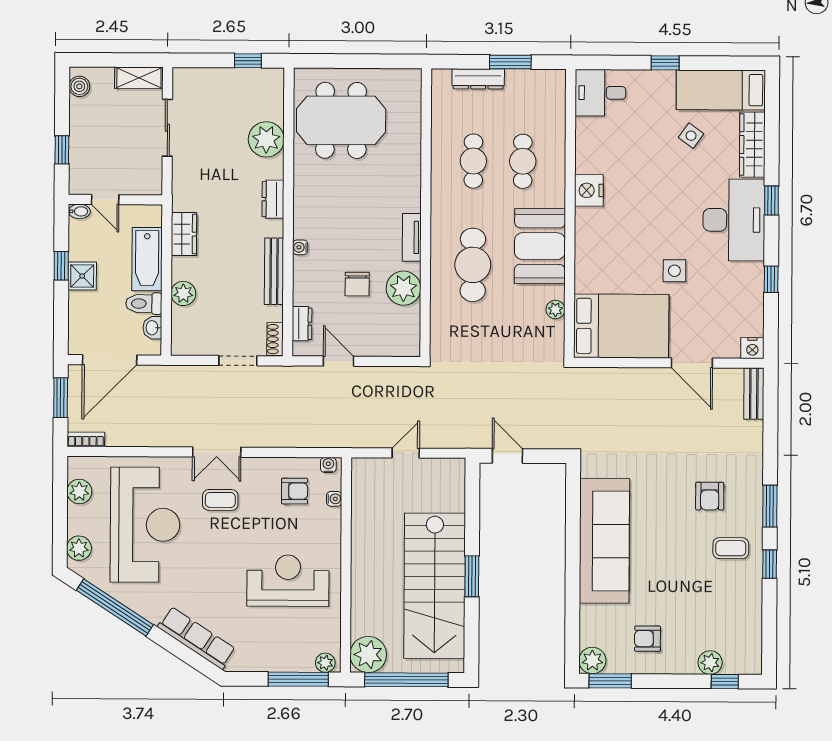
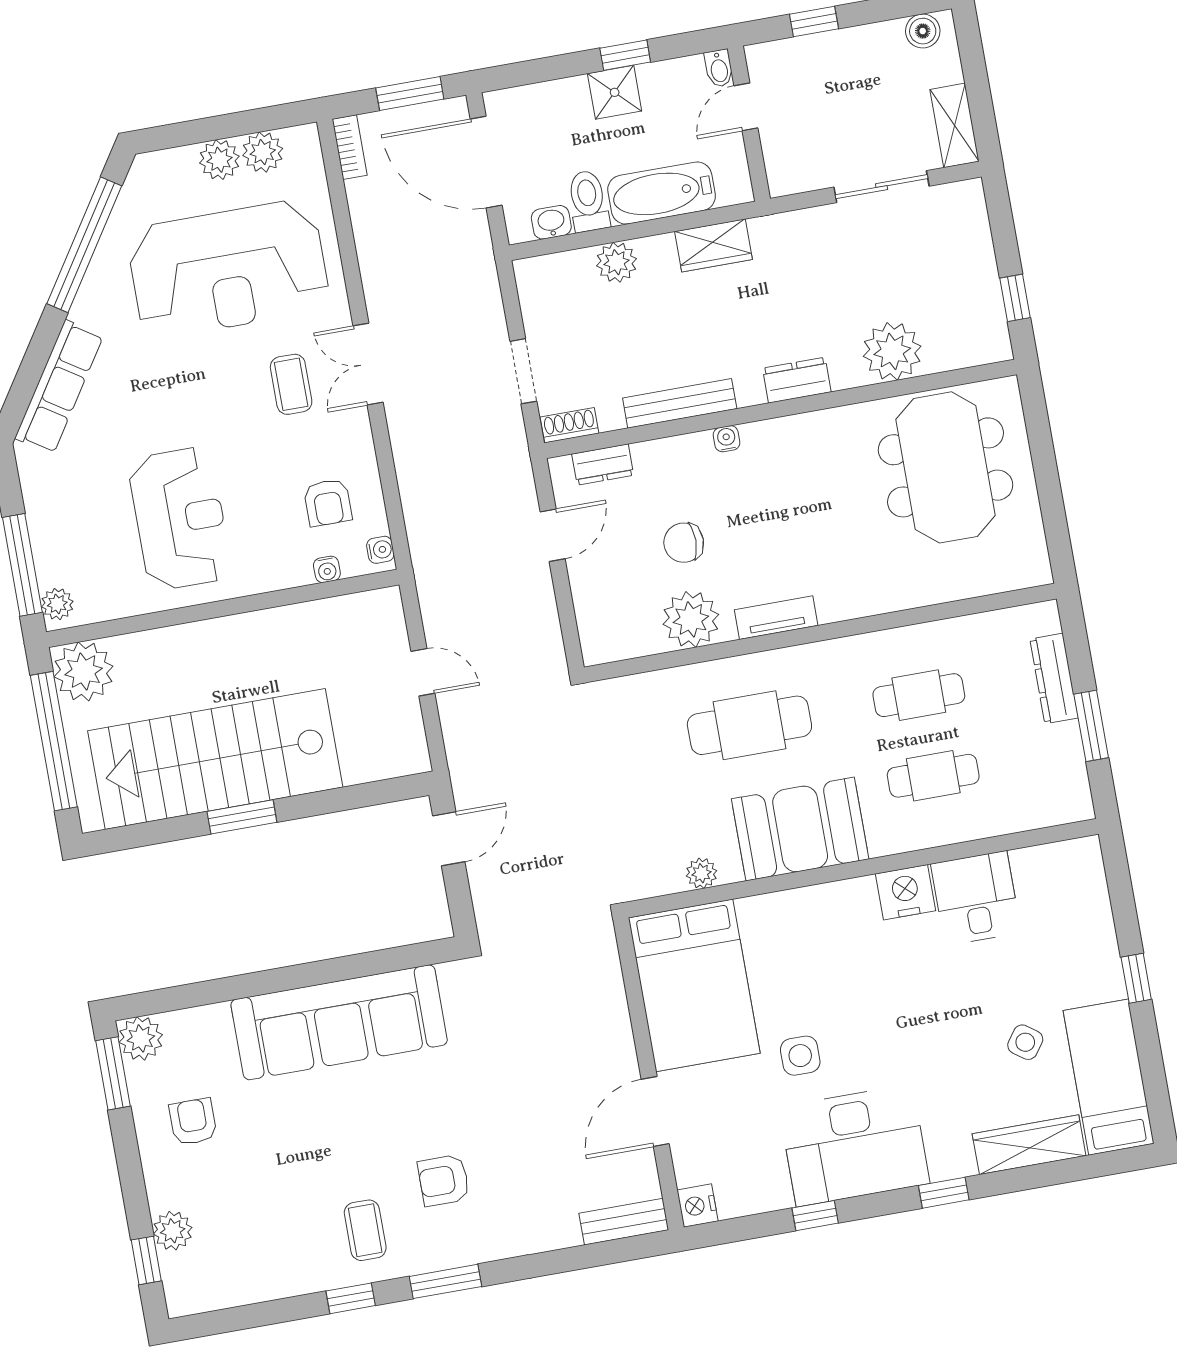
desk: (600, 93) -> (976, 898), moved
desk: (734, 220) -> (854, 1145), moved
plant: (79, 548) -> (219, 160), moved

